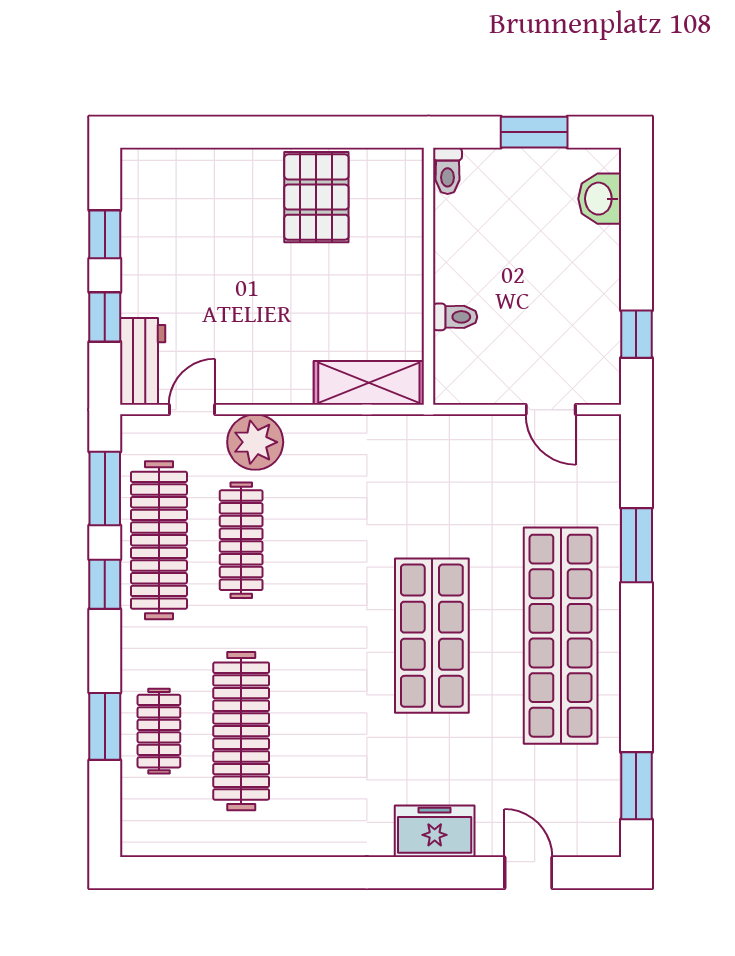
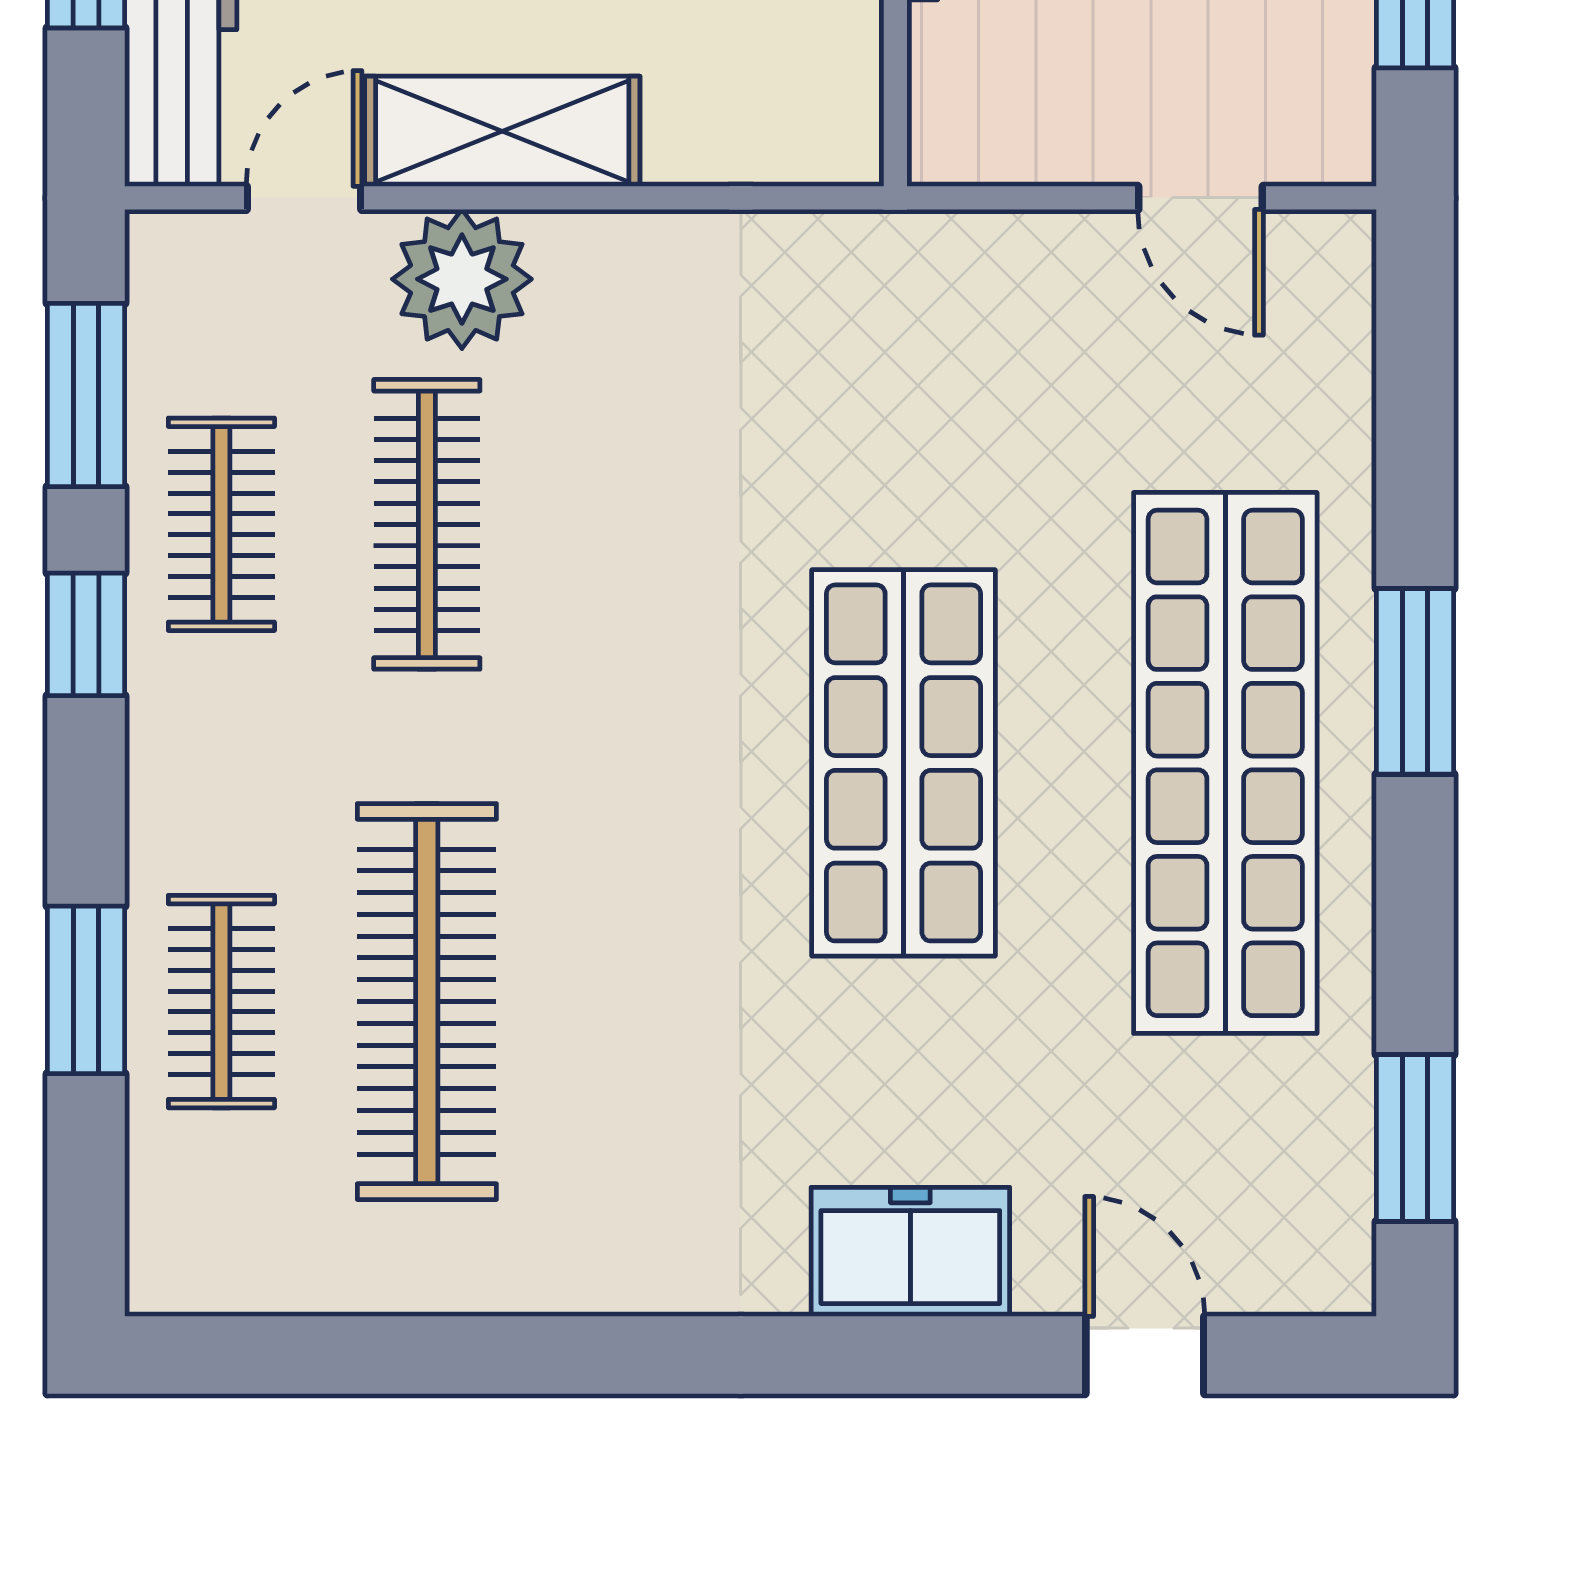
shelving: (369, 383) -> (502, 131), moved
clothes rail: (159, 540) -> (221, 524), width x0.54, depth x0.76
window: (636, 545) -> (1415, 681), moved

